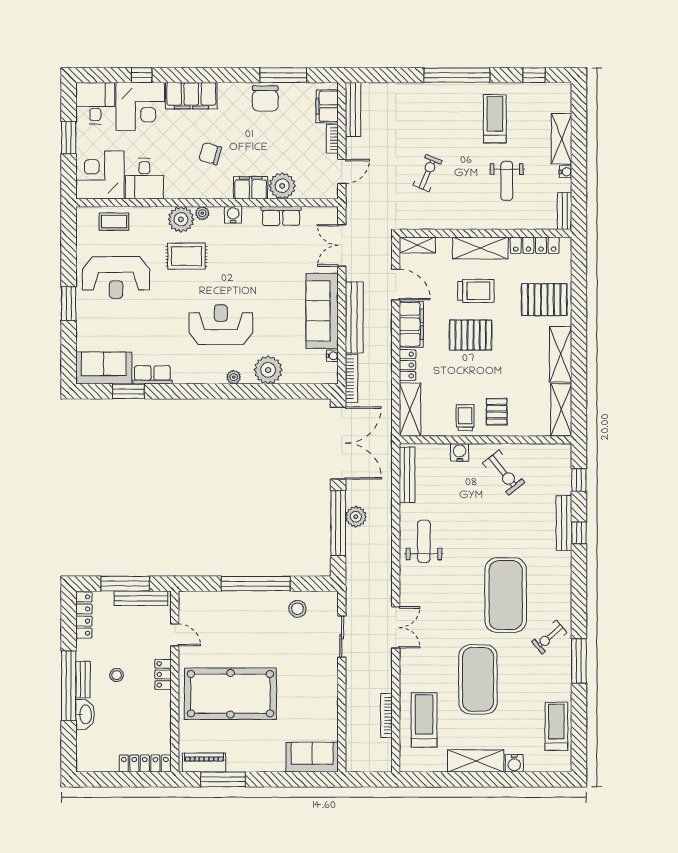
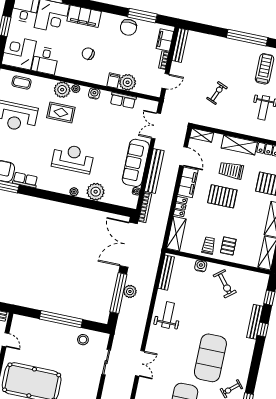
filing cabinet: (251, 188) -> (113, 81), width x0.50
trolley: (476, 291) -> (231, 170), turned 180
double door: (338, 443) -> (129, 245), swing flipped

